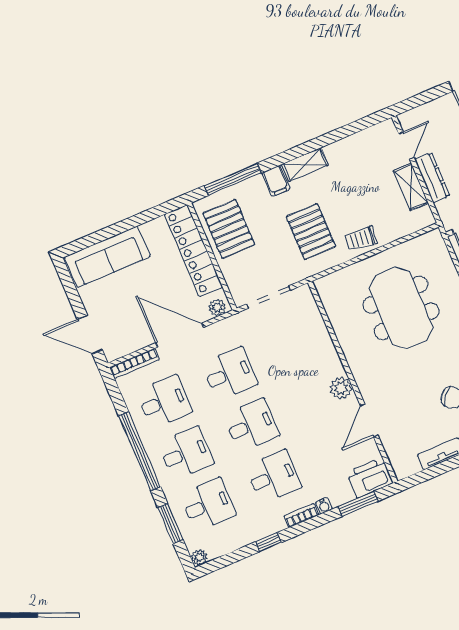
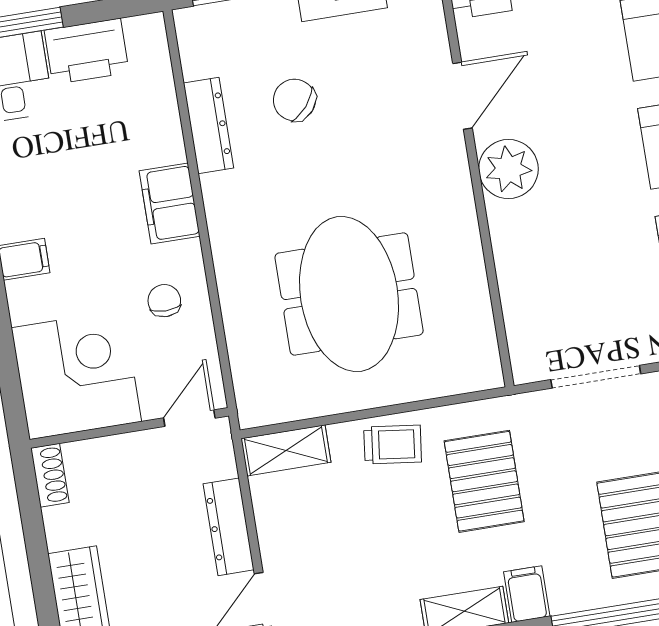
shelving: (411, 187) -> (286, 450), moved, turned 90
plant: (341, 388) -> (508, 169), width x1.36, depth x1.36

